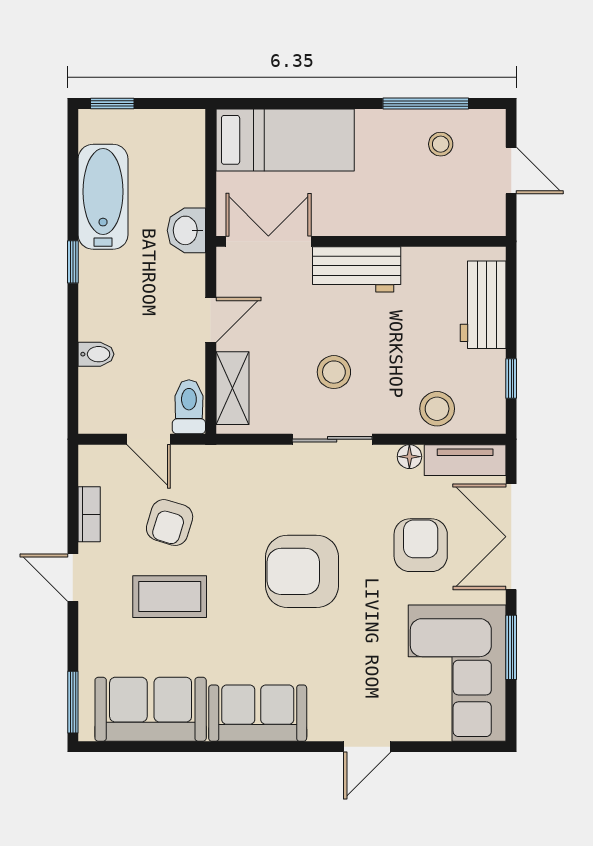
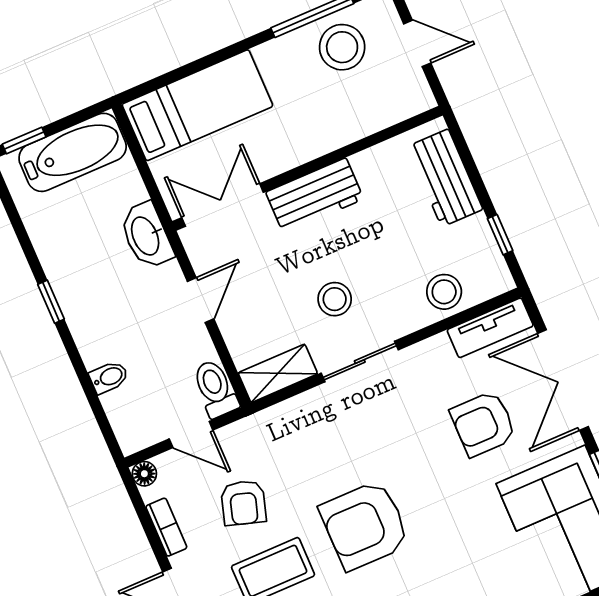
stool: (441, 144) -> (342, 47), width x1.89, depth x1.89
bathtub: (103, 197) -> (73, 152), moved, turned 90
washbasin: (186, 230) -> (146, 236), width x1.38
shelving: (232, 388) -> (278, 373), moved, turned 90
floor lamp: (409, 457) -> (144, 474), moved
armchair: (421, 545) -> (483, 424), turned -90
armchair: (302, 571) -> (365, 525), moved

